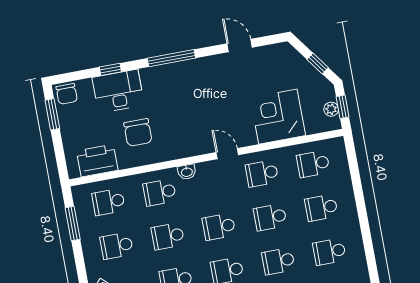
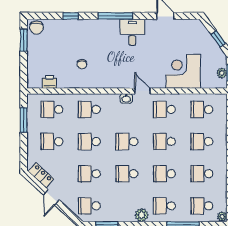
desk: (118, 91) -> (132, 32), moved, width x0.73
chair: (138, 132) -> (82, 64), width x0.54, depth x0.54
printer: (97, 161) -> (49, 82), width x0.53, depth x0.68
washbasin: (187, 172) -> (126, 98), moved

